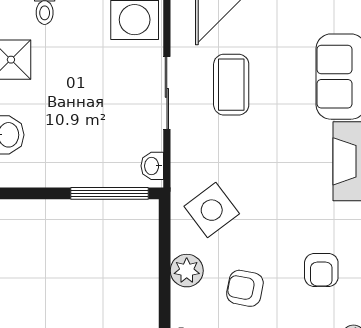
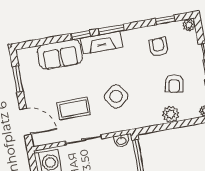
side table: (212, 210) -> (116, 97), moved
armchair: (321, 270) -> (158, 47), turned -90

